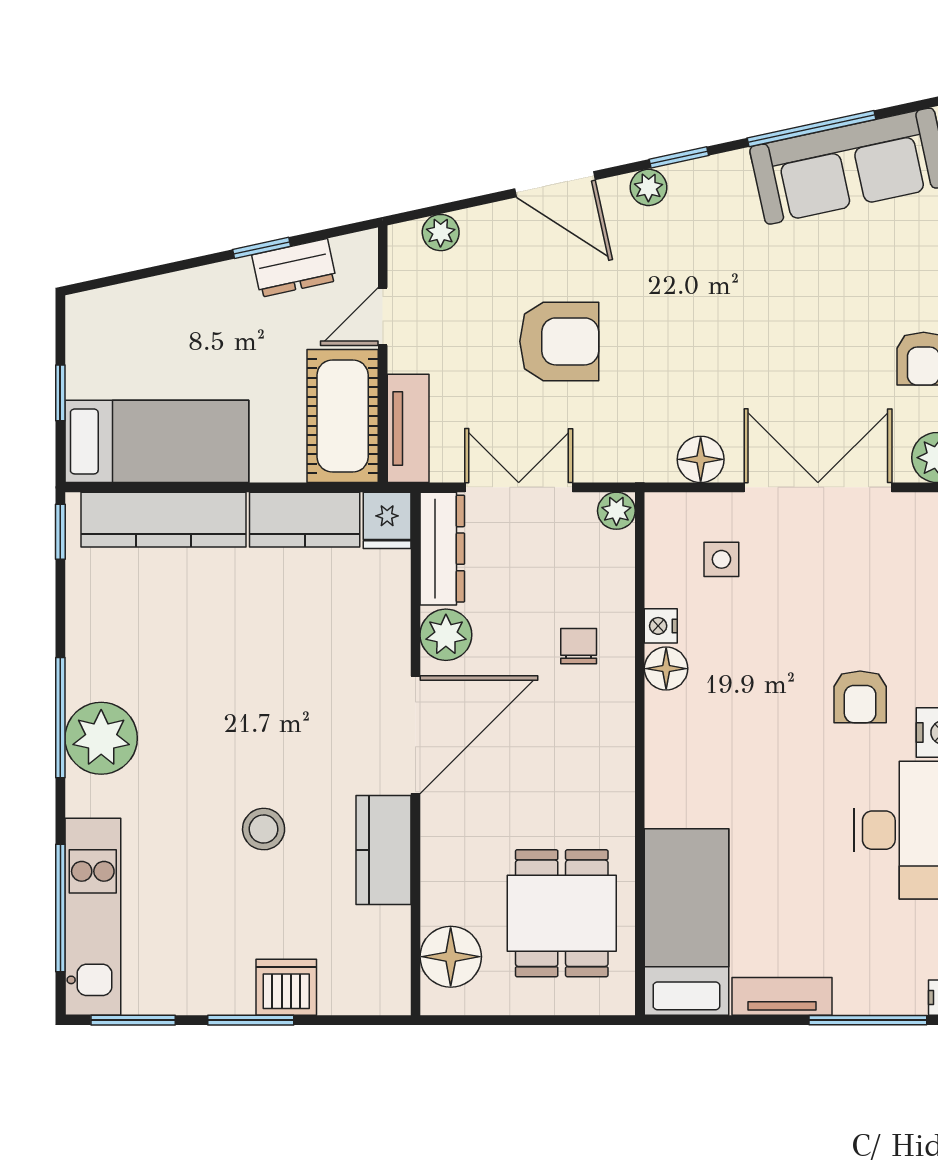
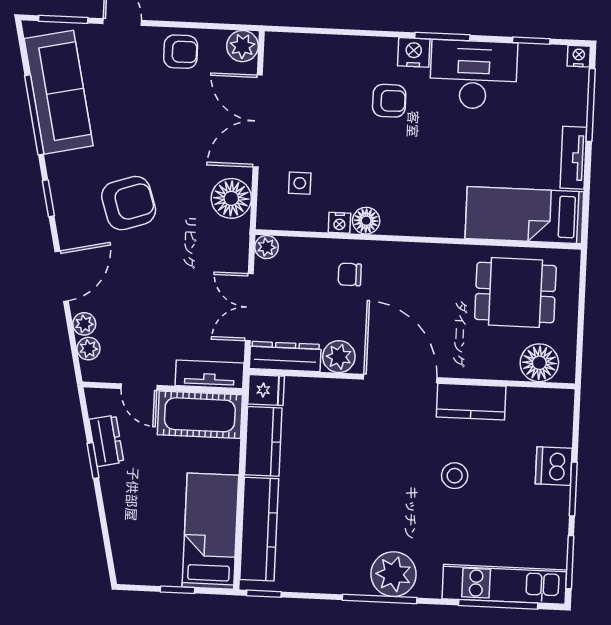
plant: (648, 187) -> (84, 324), moved
armchair: (559, 341) -> (129, 203), moved, turned 72
floor lamp: (701, 459) -> (231, 198), width x1.38, depth x1.38

